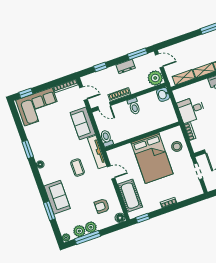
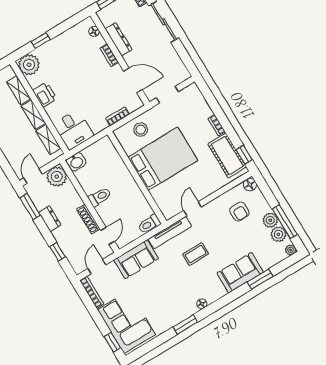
desk: (191, 110) -> (73, 130), moved
cot: (130, 196) -> (227, 155), moved, turned 90

